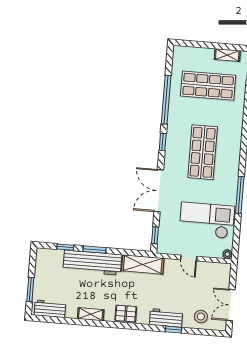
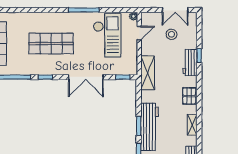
checkout: (207, 220) -> (107, 35), turned 180
door: (189, 258) -> (139, 33), moved
shelving: (143, 264) -> (148, 73), moved
stool: (201, 317) -> (171, 34), moved

